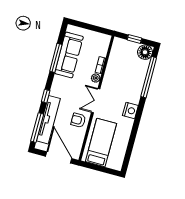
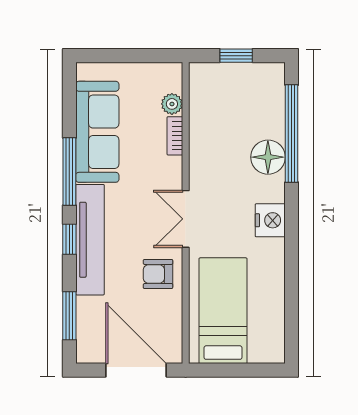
floor lamp: (145, 52) -> (268, 157), moved
window: (56, 58) -> (69, 172), moved
plant: (96, 78) -> (172, 104), moved
tv unit: (48, 120) -> (90, 240), moved
window: (37, 128) -> (69, 316), width x0.69

